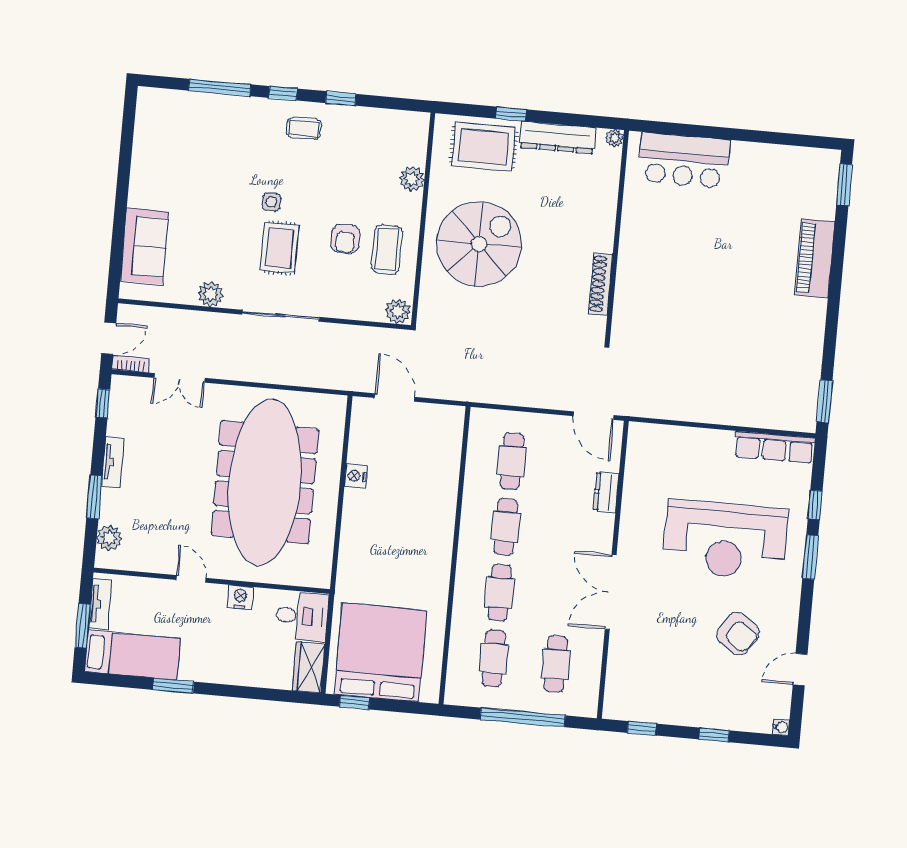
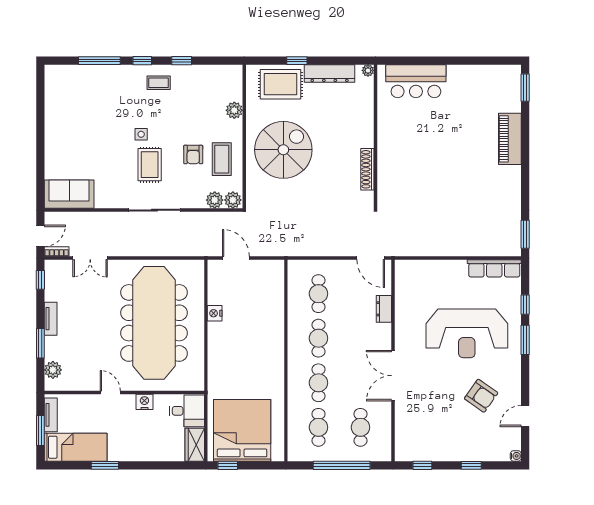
sofa: (144, 246) -> (69, 194), moved, turned -90
plant: (211, 294) -> (215, 200), moved

